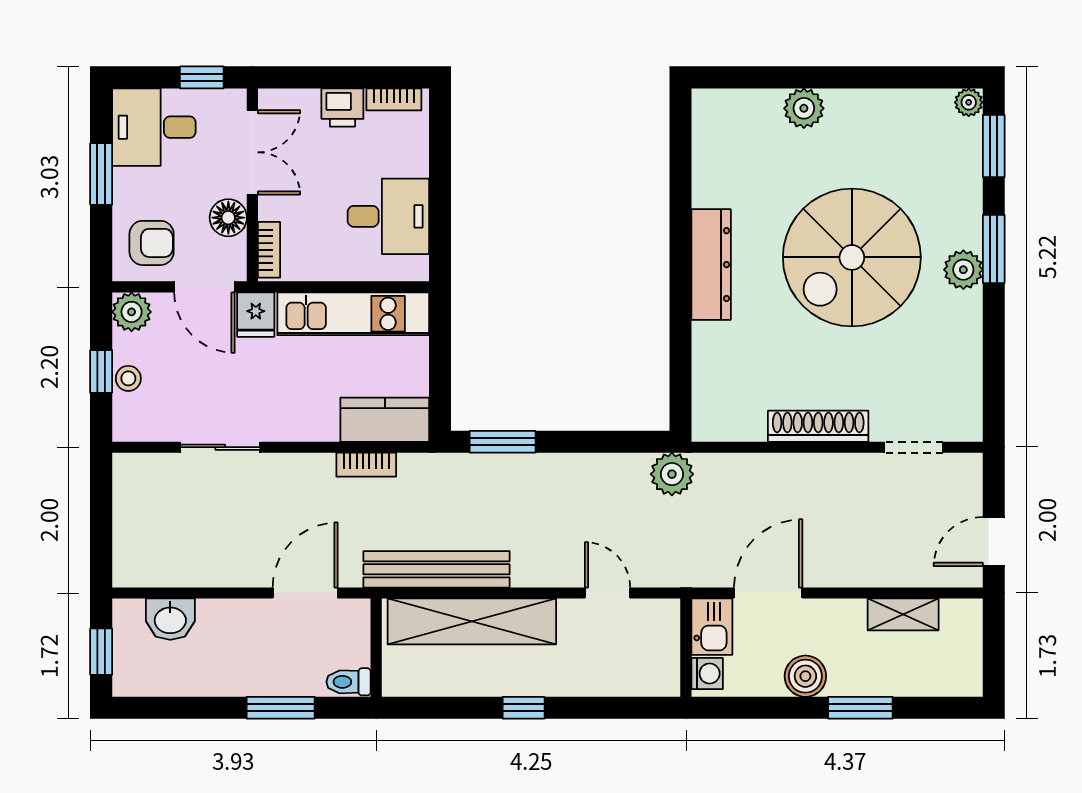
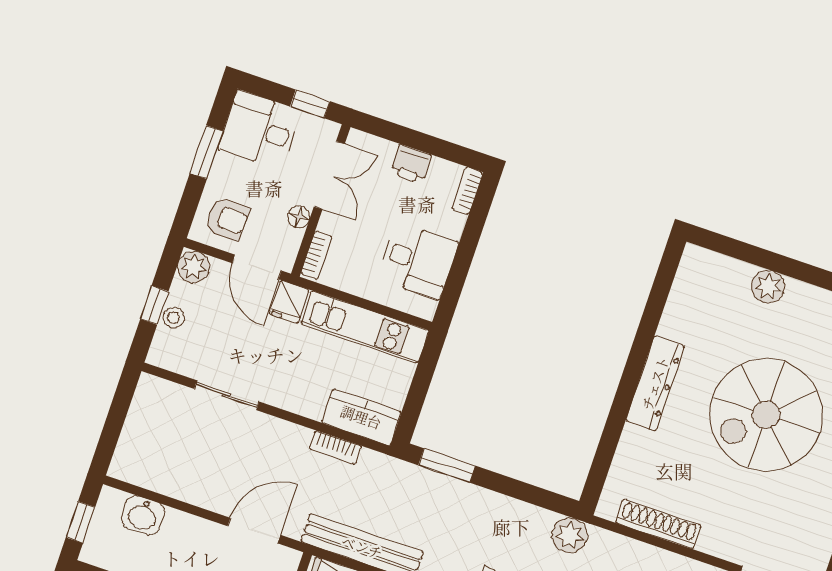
bookcase: (394, 99) -> (467, 191), moved, turned 90
floor lamp: (228, 218) -> (299, 217), width x0.73, depth x0.73
shoe rack: (818, 426) -> (658, 524), moved

